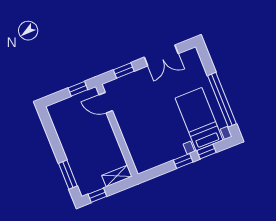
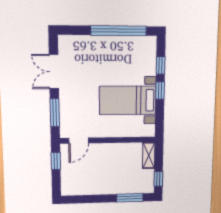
double door: (161, 55) -> (54, 72), swing flipped
window: (124, 70) -> (55, 113), width x1.50
bed with nightstands: (199, 119) -> (128, 100), moved

